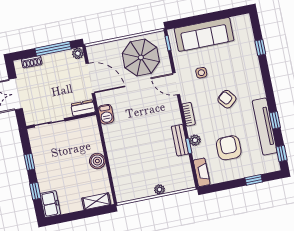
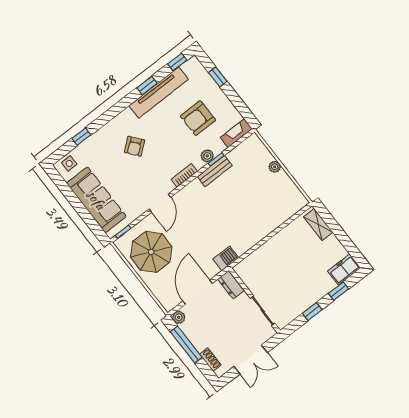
side table: (201, 73) -> (69, 164), moved
armchair: (227, 99) -> (135, 146), moved
boiler: (97, 161) -> (277, 244), removed

